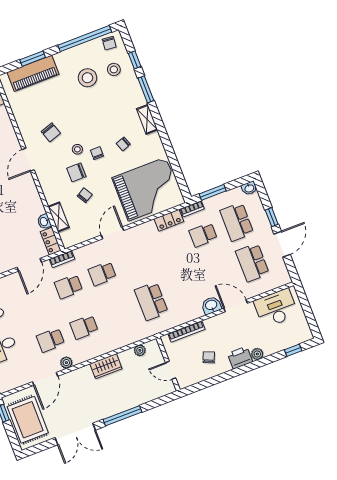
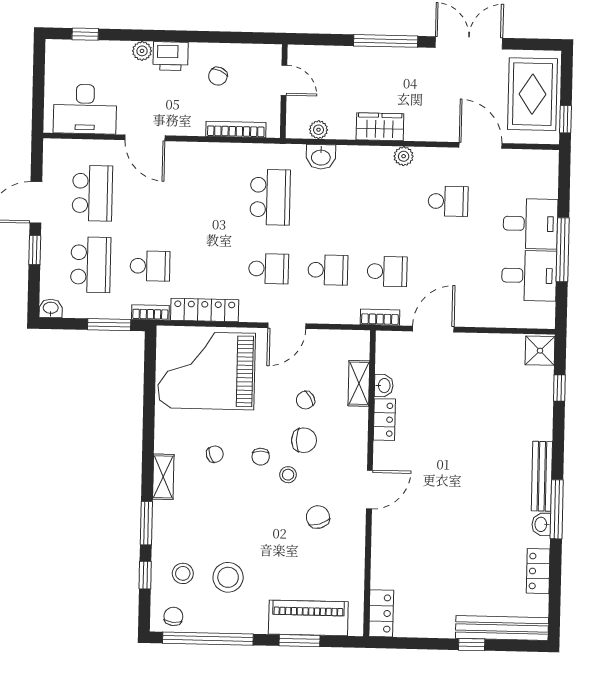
locker: (169, 220) -> (205, 310), width x1.53
locker: (51, 241) -> (384, 420), moved
washbasin: (211, 305) -> (321, 157), moved
school desk: (84, 327) -> (269, 269), moved
plant: (66, 363) -> (404, 156), moved
door: (45, 379) -> (480, 145), hinge flipped

